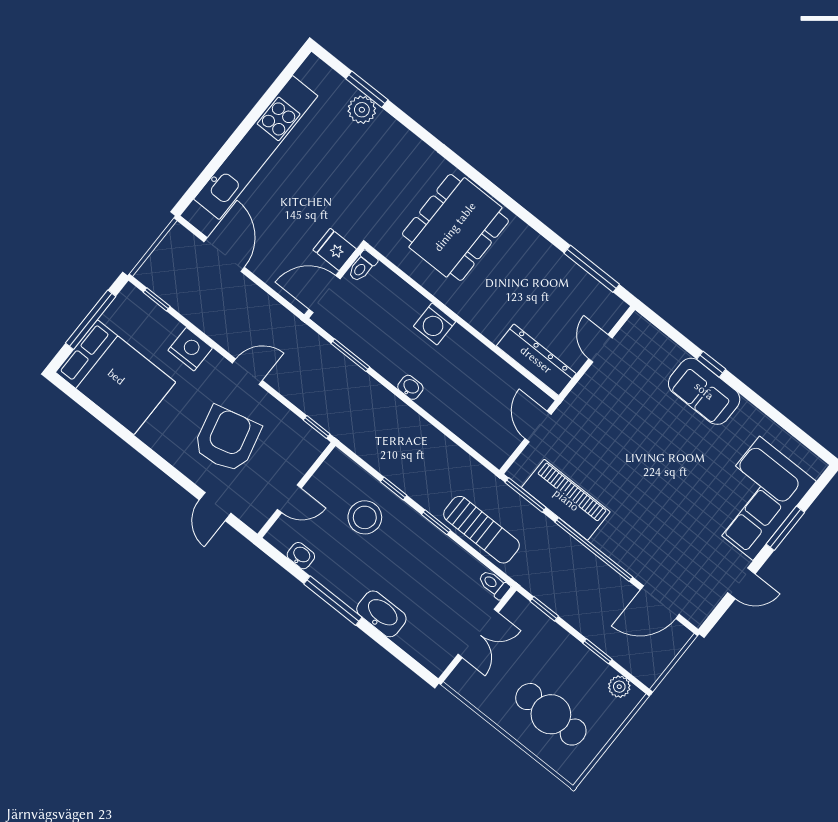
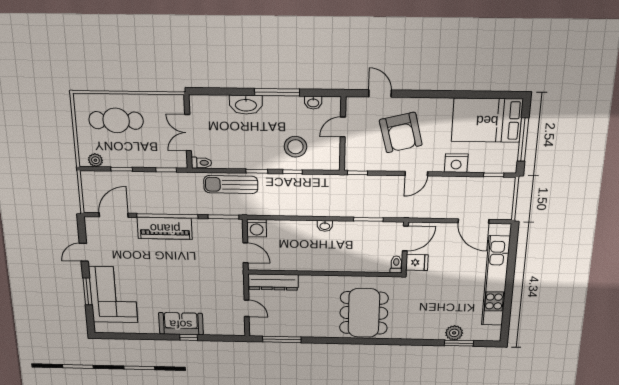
washing machine: (435, 324) -> (257, 228), moved, turned 180
piano: (566, 500) -> (165, 228), moved

